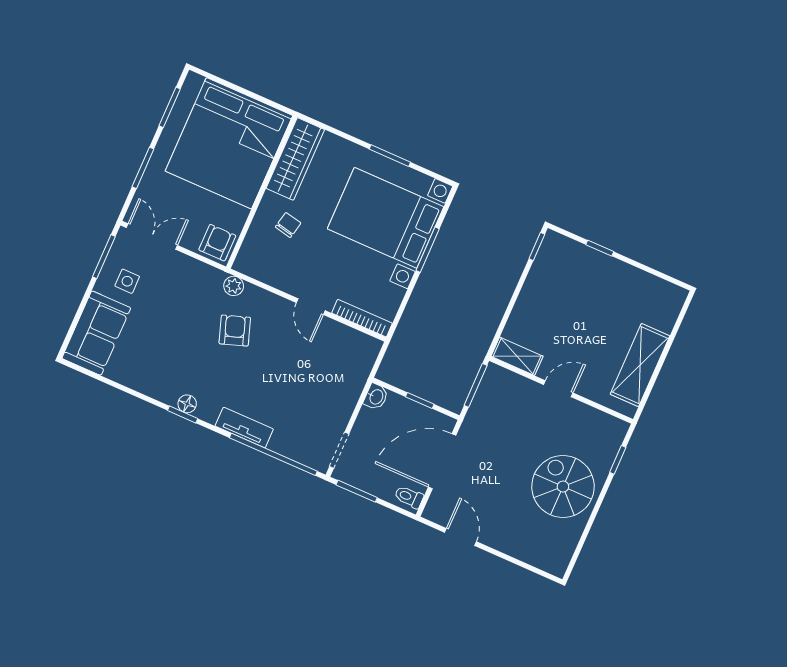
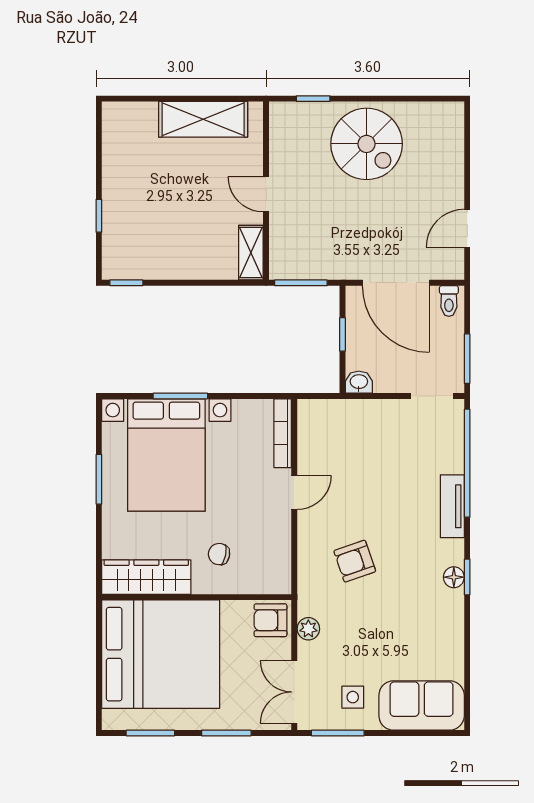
plant: (234, 286) -> (308, 629), moved
spiral stairs: (563, 487) -> (367, 144), turned -90

